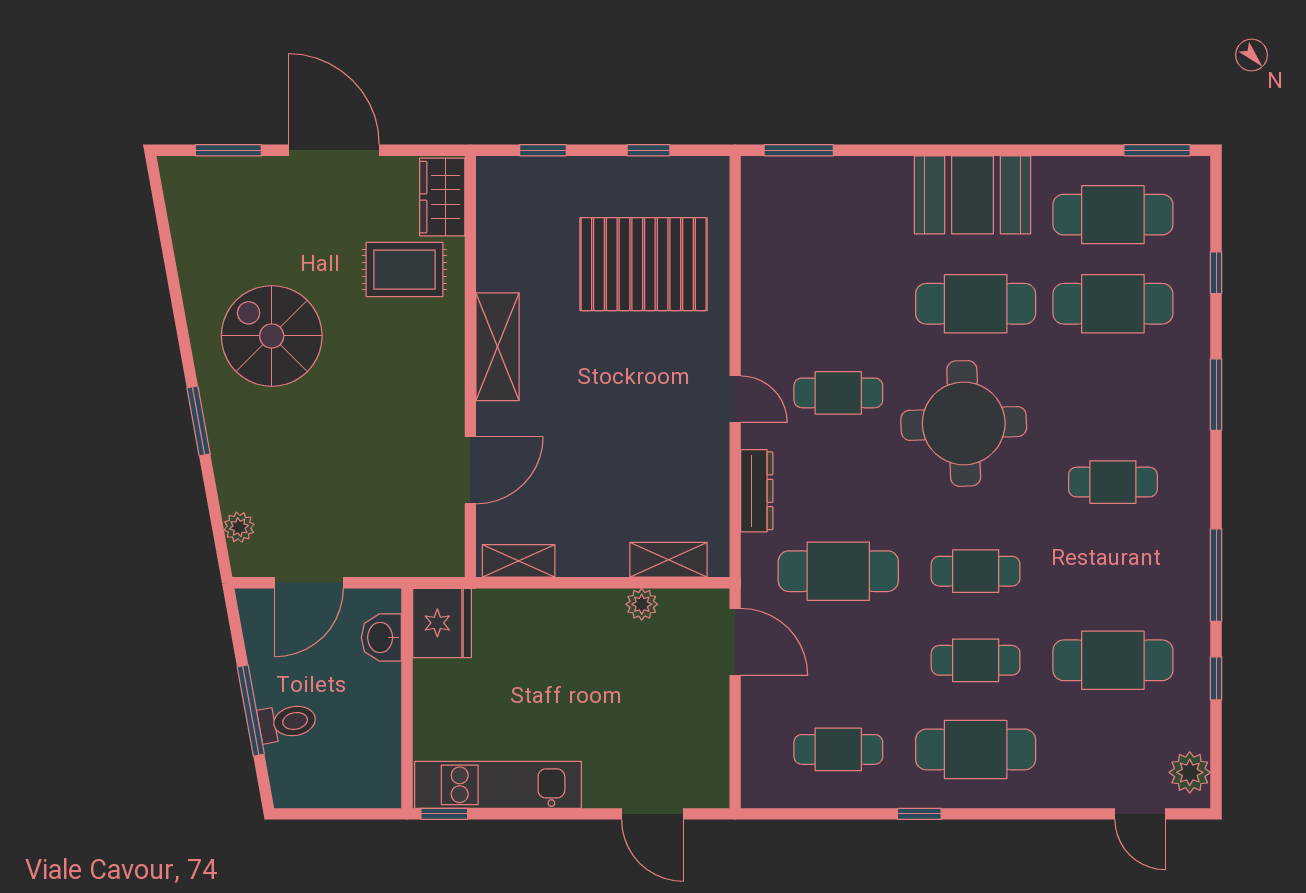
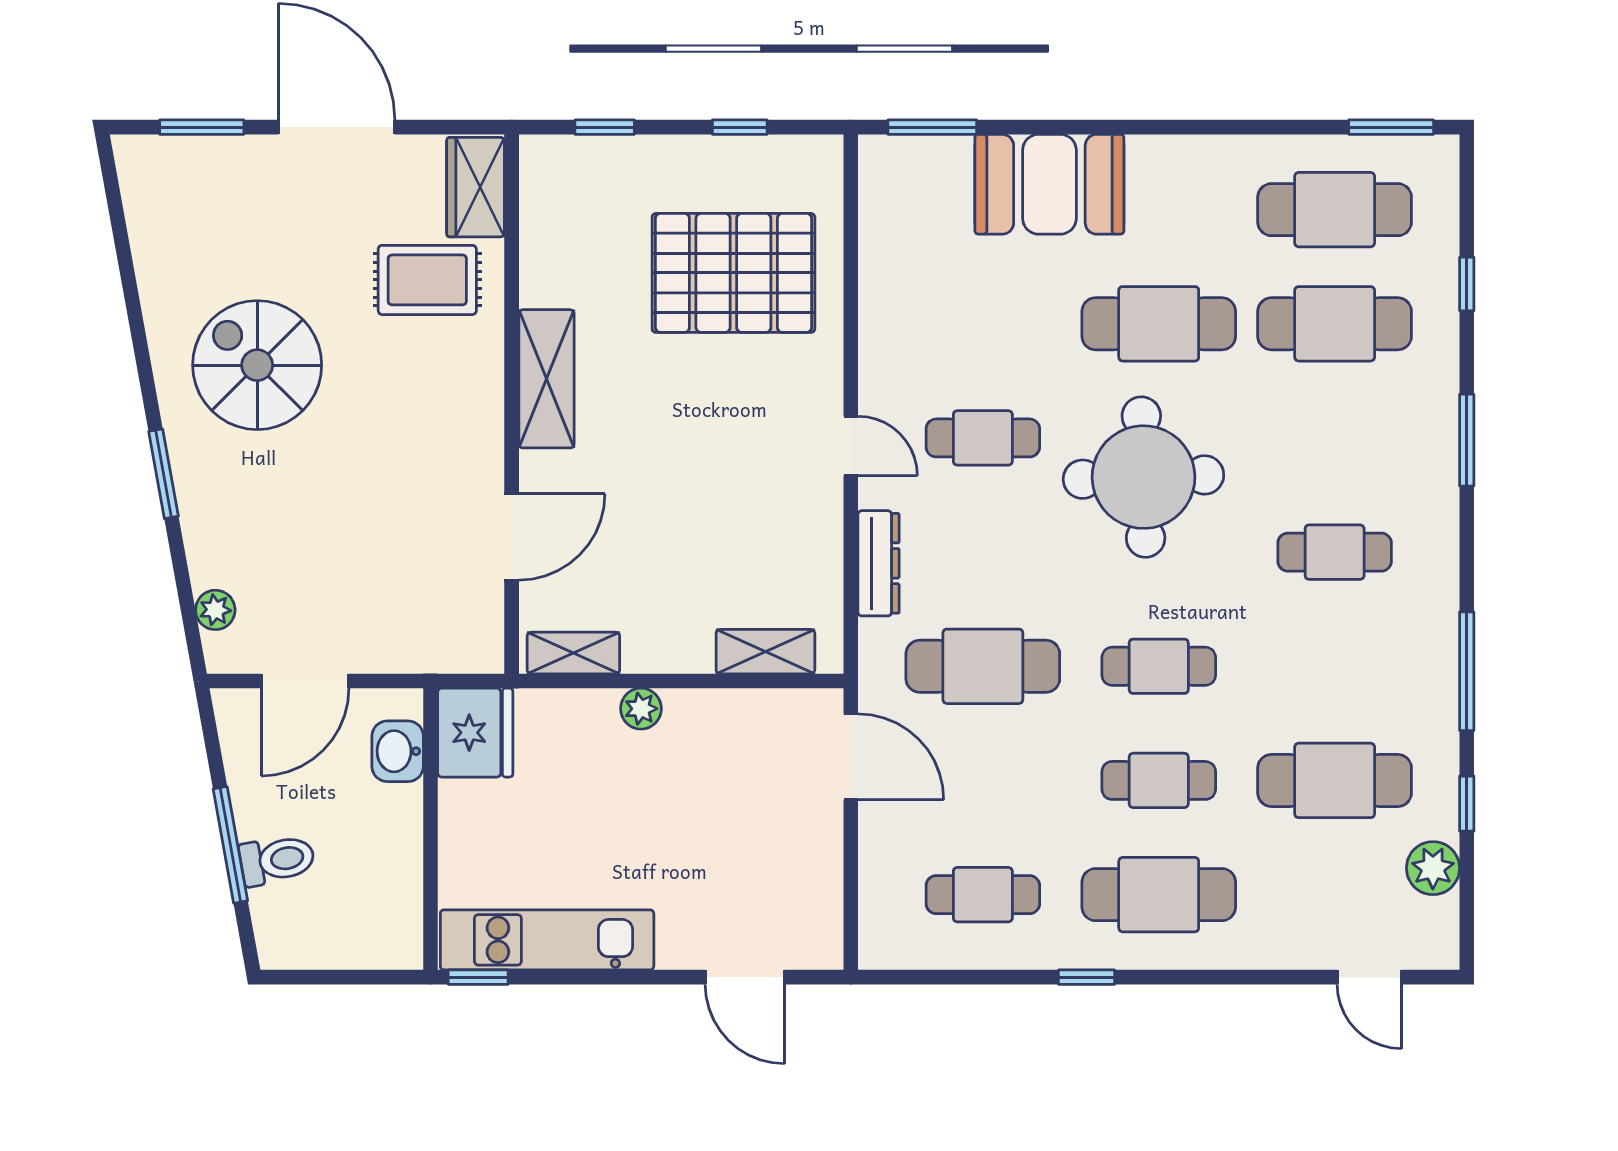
booth: (972, 195) -> (1049, 184), moved
plant: (642, 604) -> (641, 709), moved
plant: (1190, 772) -> (1433, 868), moved

